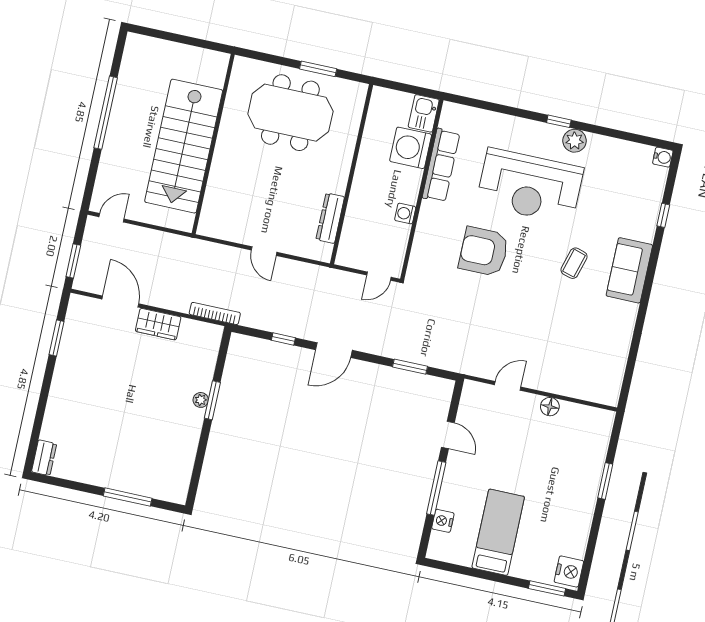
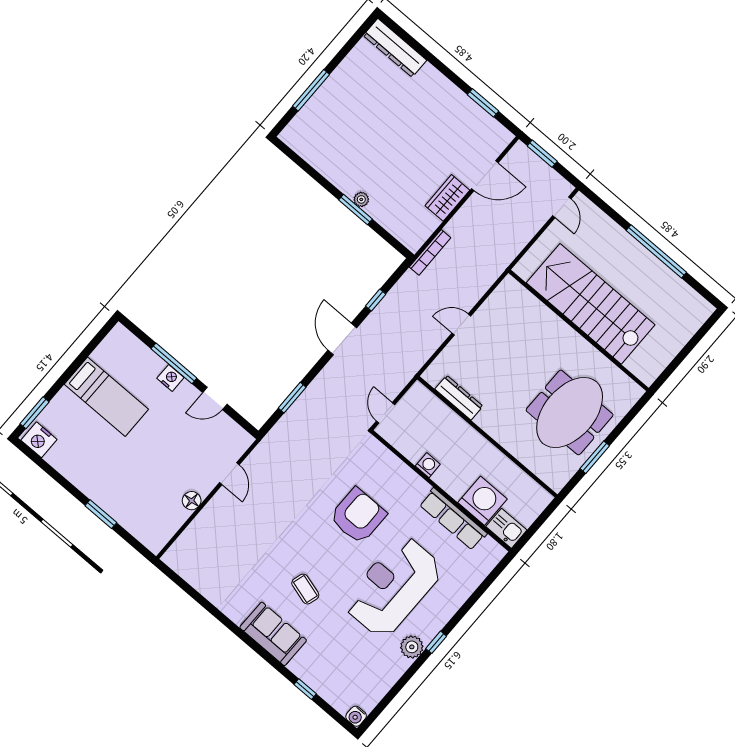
dresser: (44, 458) -> (395, 48), width x1.96, depth x1.24
nightstand: (443, 521) -> (170, 378), moved

